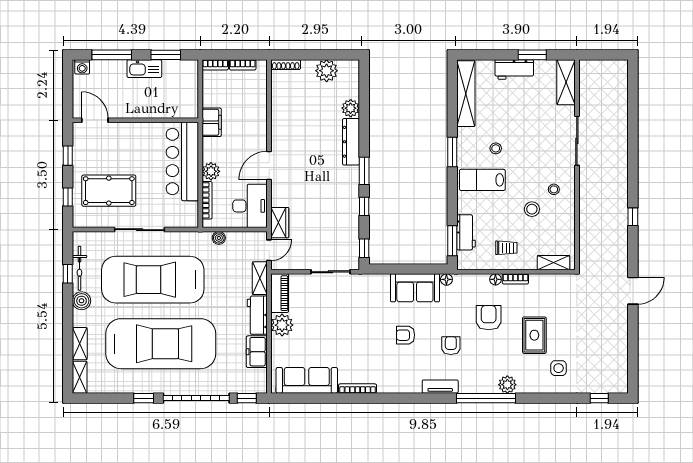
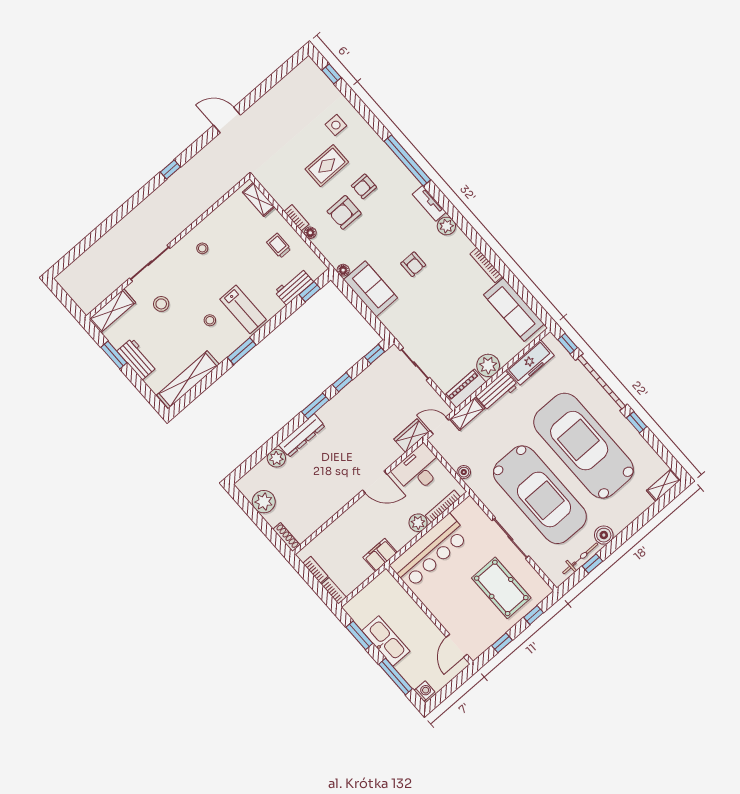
kitchen sink: (144, 69) -> (386, 641), width x1.36, depth x1.24
stool: (532, 209) -> (161, 304), moved
window: (452, 241) -> (310, 292), width x0.67
shelving: (80, 344) -> (638, 508), removed
armchair: (451, 346) -> (364, 186), moved
freezer: (257, 352) -> (530, 363), width x1.40
plant: (507, 385) -> (446, 226), moved

